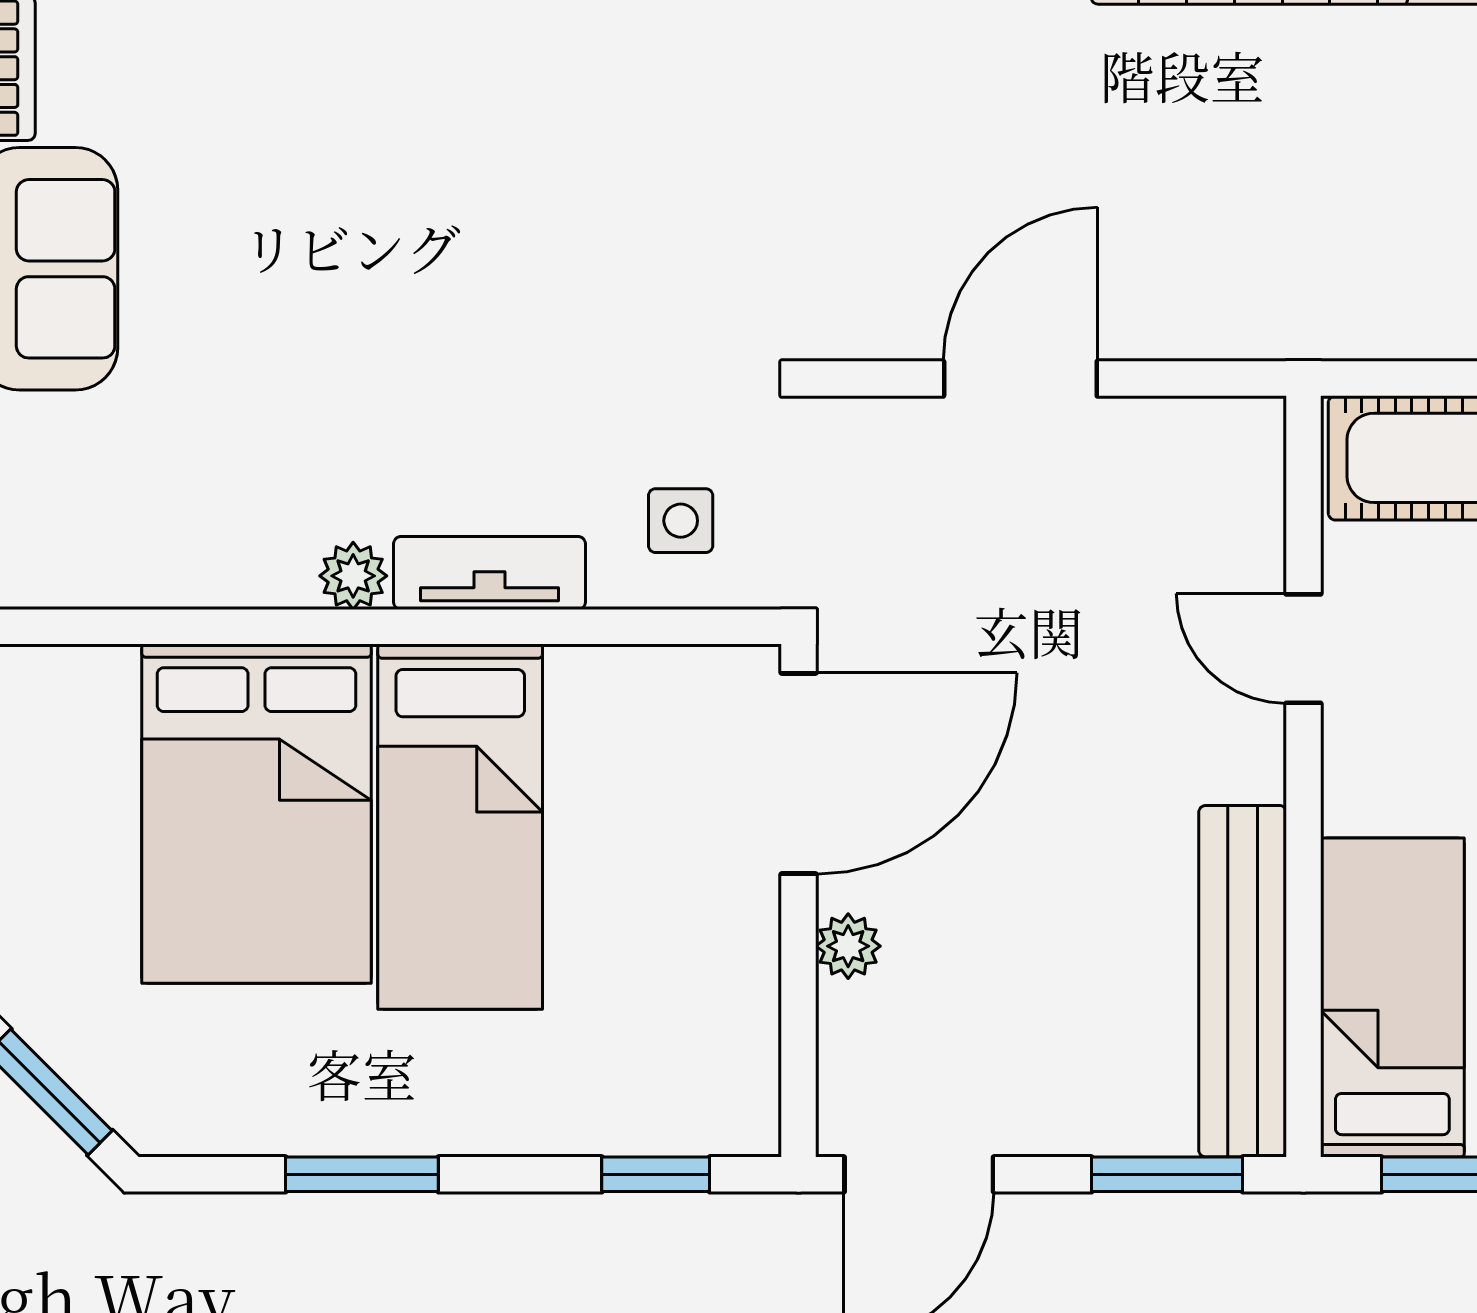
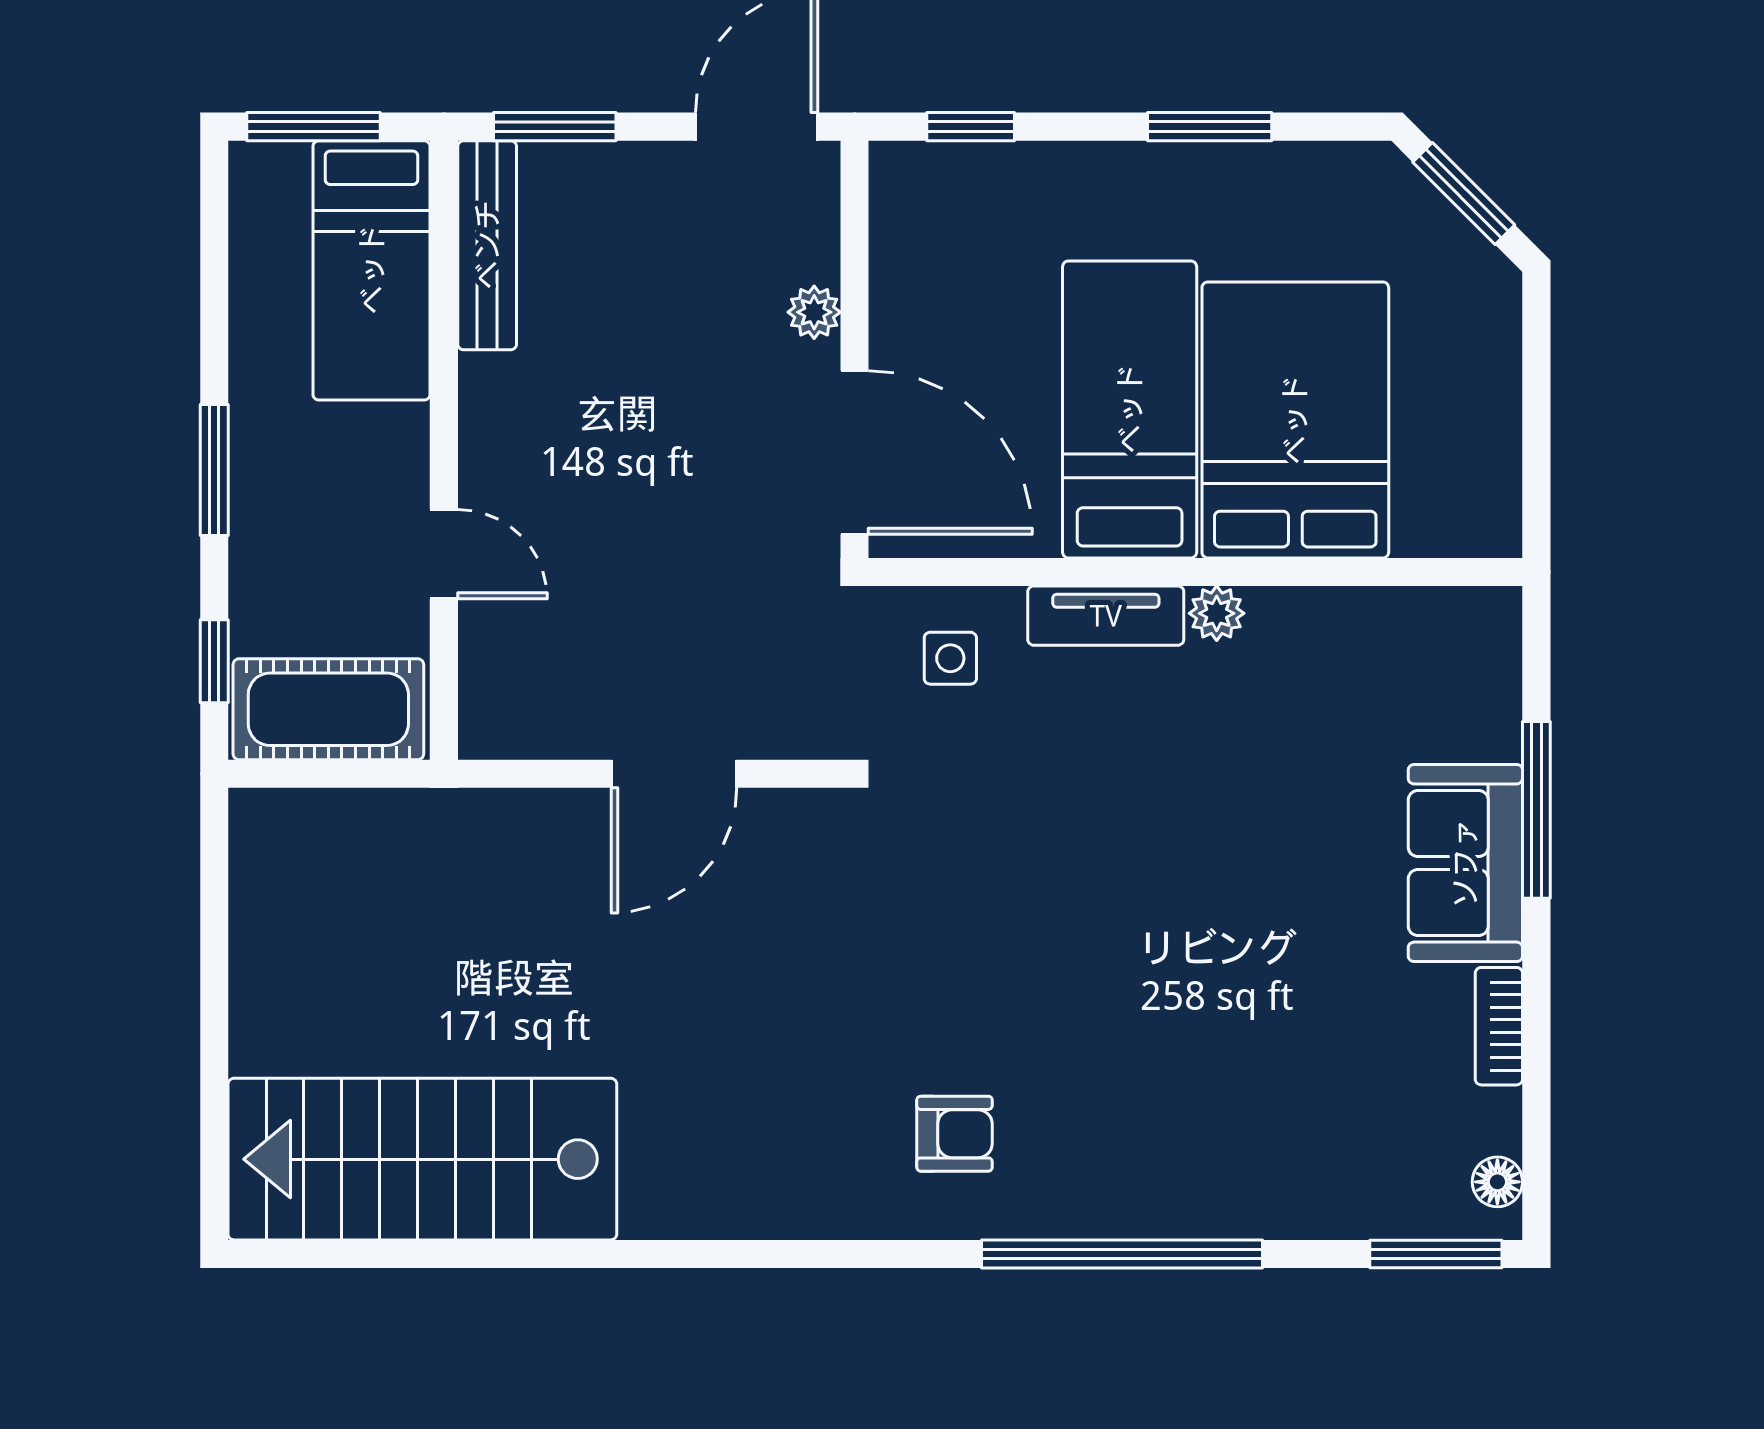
door: (799, 774) -> (854, 453), swing flipped
bench: (1243, 981) -> (487, 245), width x0.73, depth x0.82

